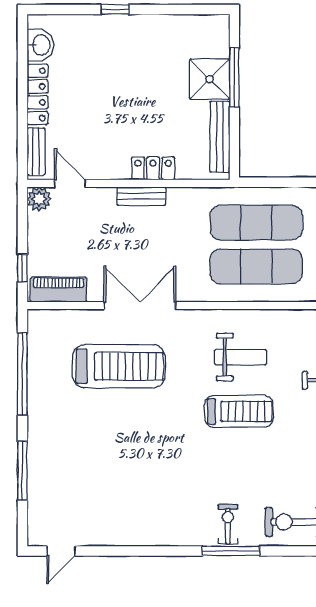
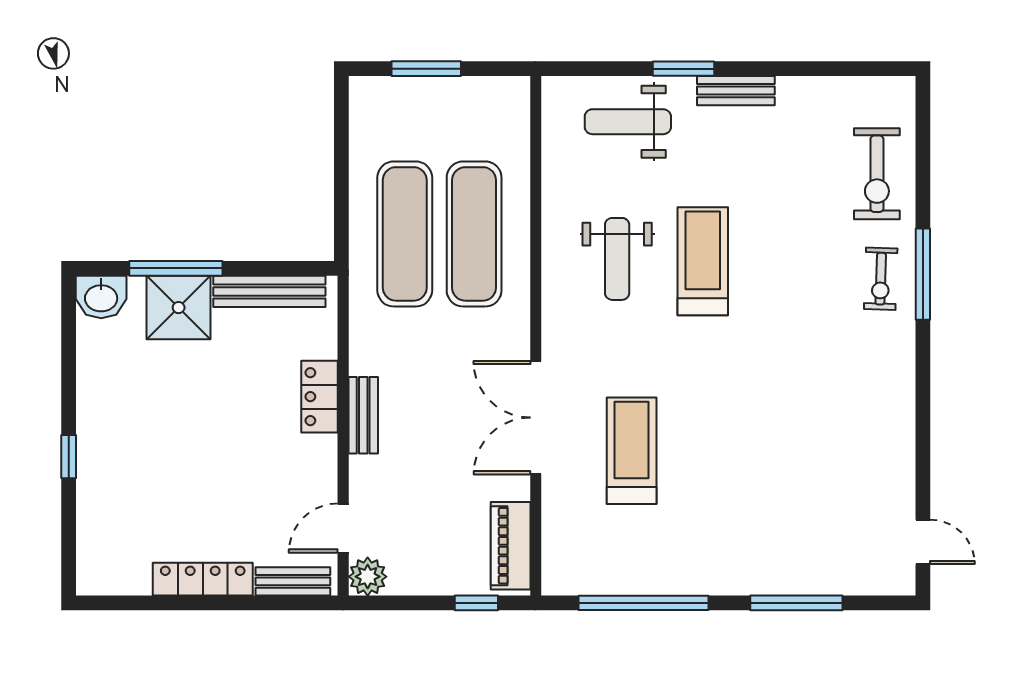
washbasin: (40, 45) -> (101, 297), moved, turned 180
weight bench: (240, 357) -> (617, 259), turned 180
treadmill: (119, 366) -> (632, 451), width x0.73, depth x0.73
exercise bike: (228, 524) -> (881, 279), turned -88

